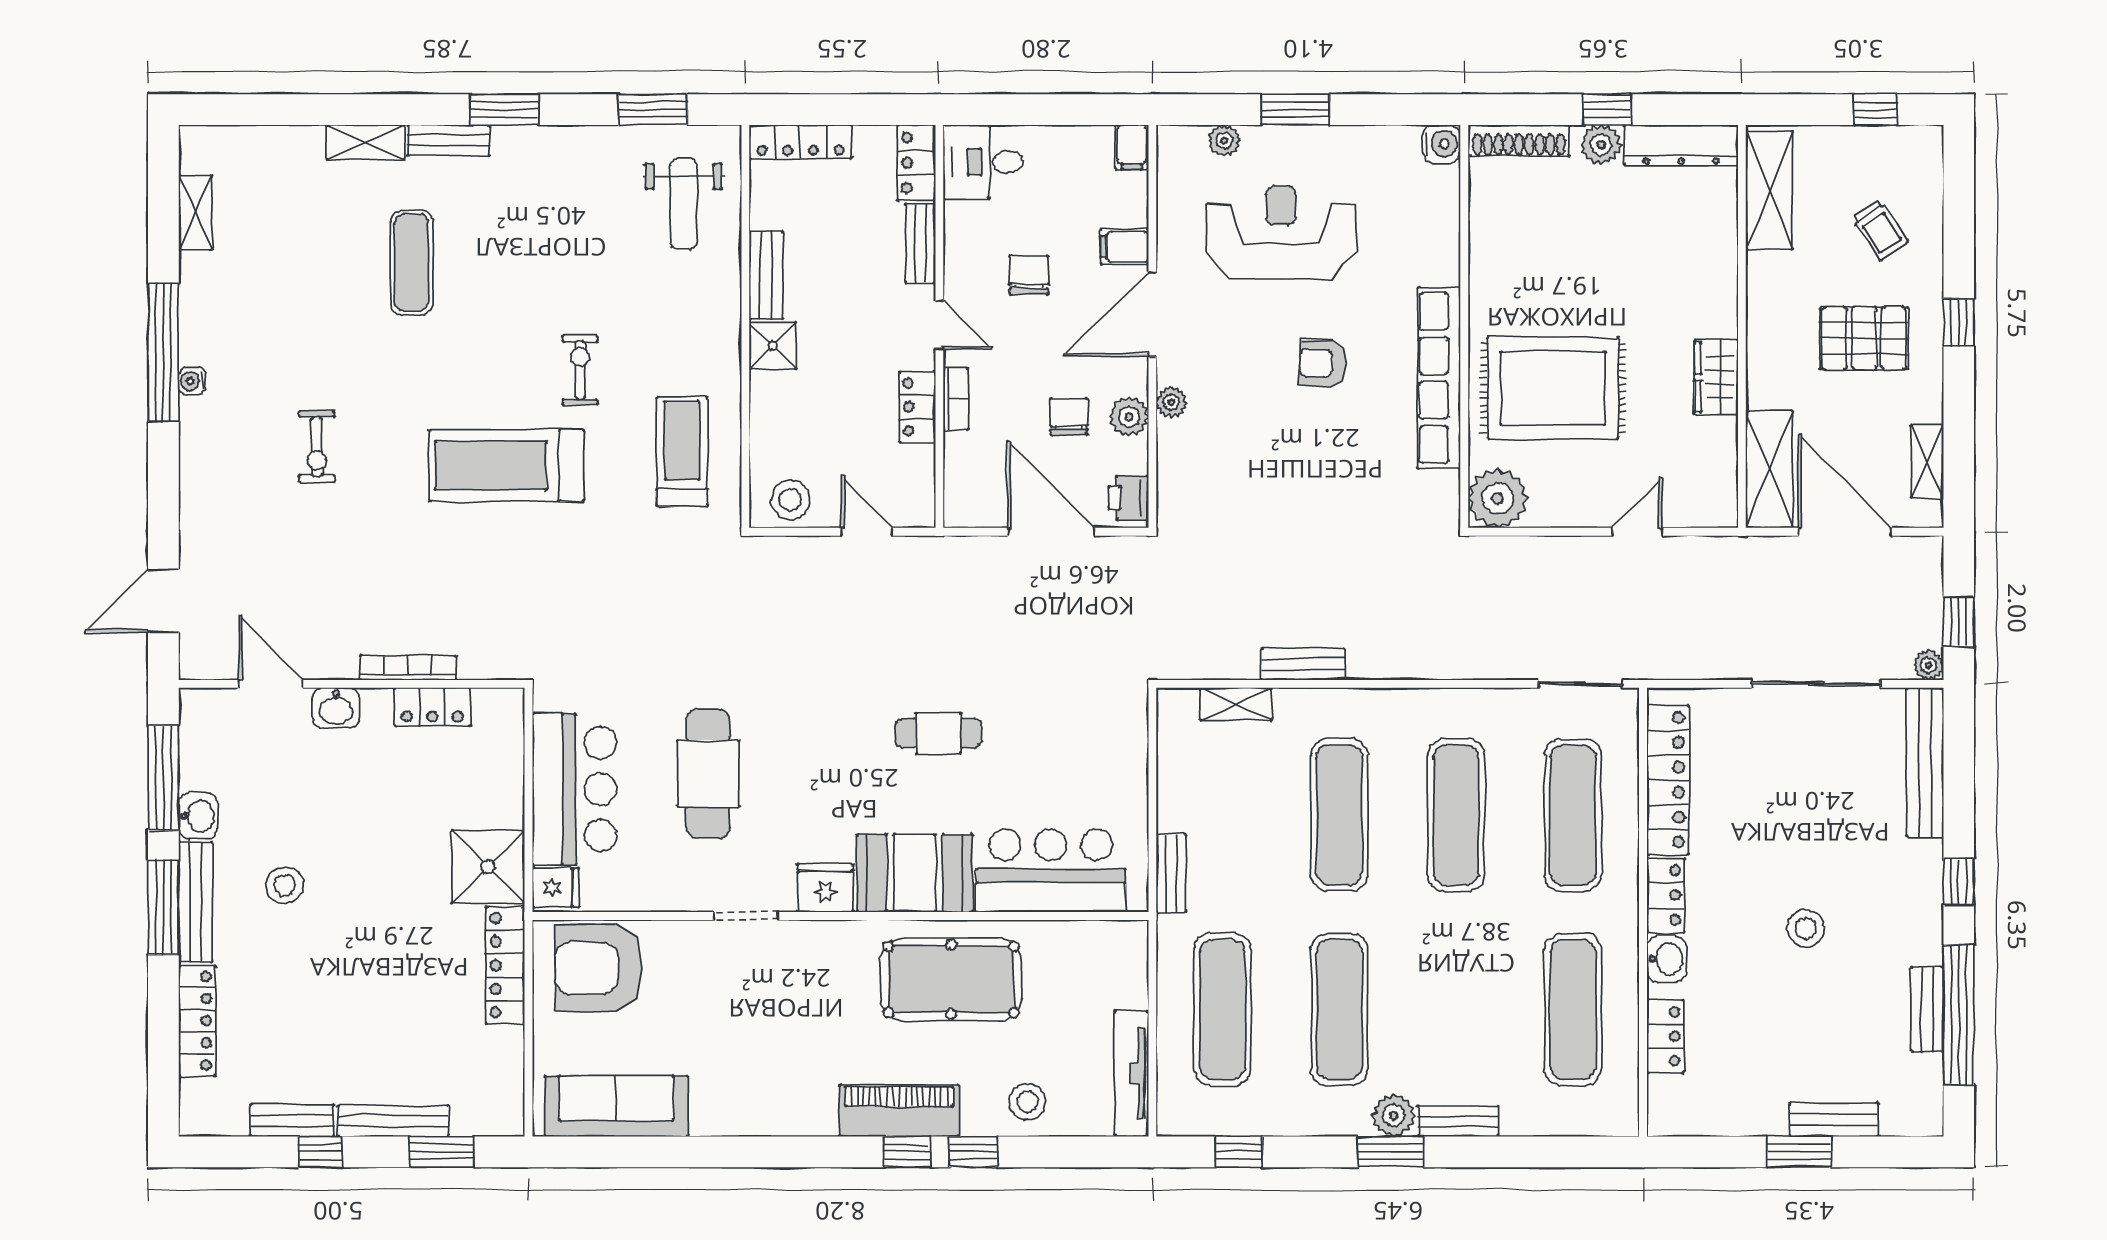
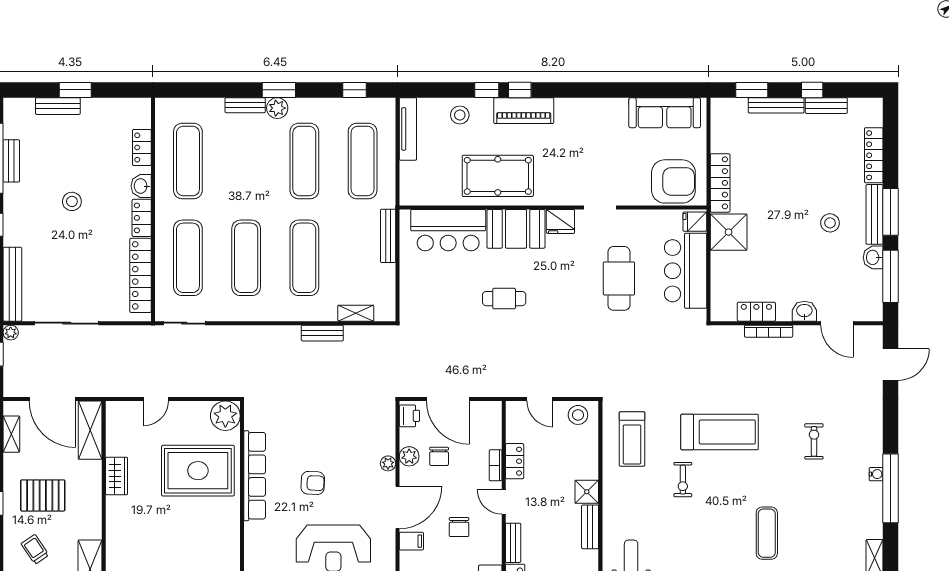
bench: (1171, 873) -> (388, 236), width x1.36

